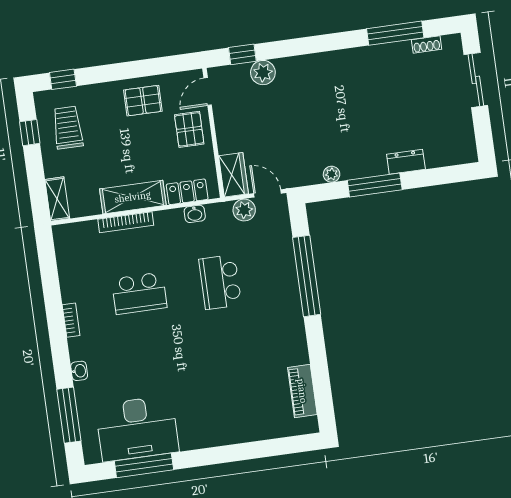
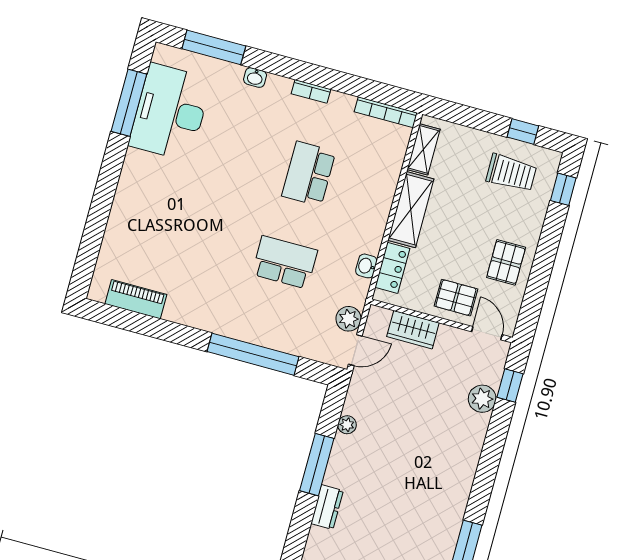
wardrobe: (234, 175) -> (413, 330), moved
shelving: (57, 199) -> (423, 149), moved, turned 90
bookcase: (126, 222) -> (386, 112), moved, turned -90

